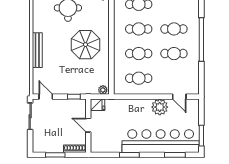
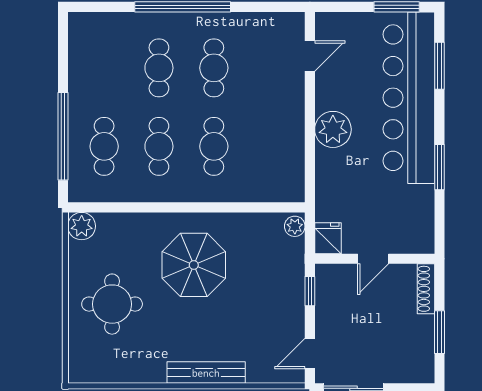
cafe table: (139, 78) -> (269, 146), removed
plant: (160, 107) -> (333, 129), moved

